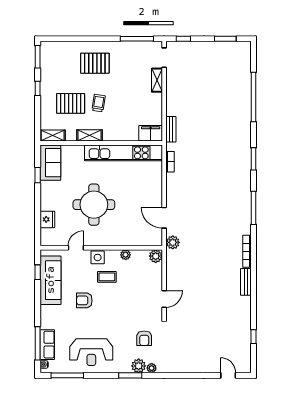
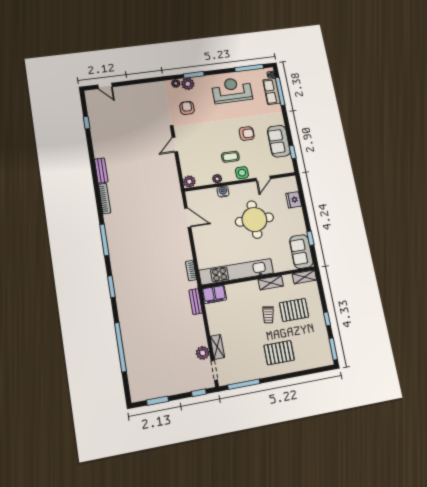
water cooler: (122, 240) -> (223, 191), added
plant: (173, 242) -> (203, 353), moved
sofa: (51, 280) -> (279, 141), width x0.73

